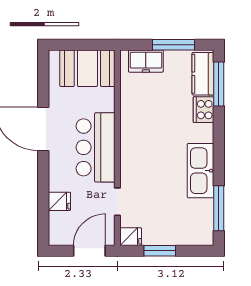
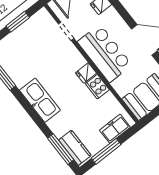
cooker: (203, 110) -> (97, 87), moved, turned 180
kitchen sink: (200, 171) -> (40, 100), moved
fridge: (131, 237) -> (86, 73), moved

